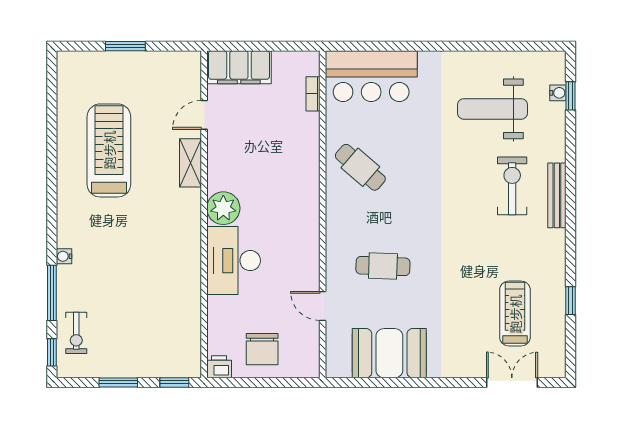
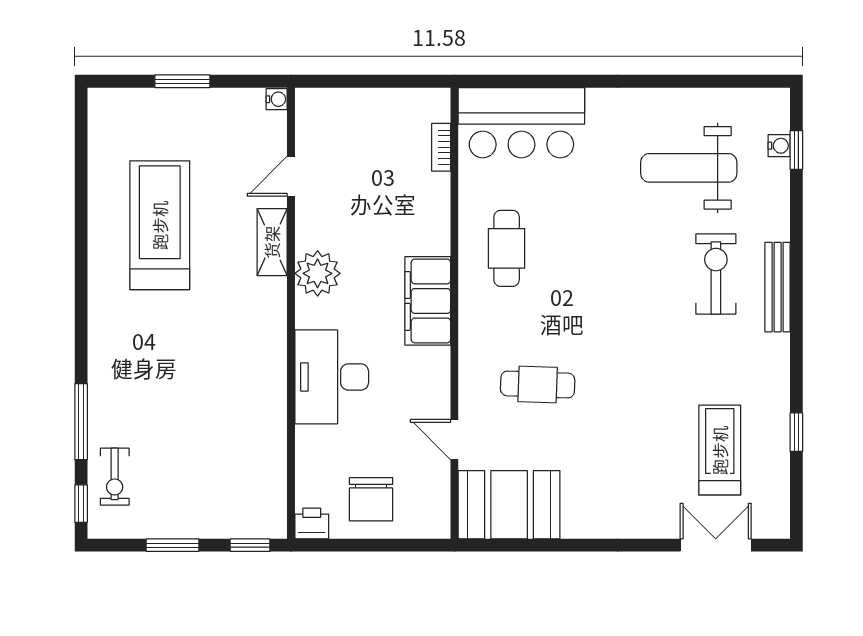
filing cabinet: (239, 67) -> (428, 301), moved, turned 90
cafe table: (360, 167) -> (507, 248), turned 49
plant: (223, 208) -> (318, 273), moved
water cooler: (64, 256) -> (277, 99), moved, turned 180
booth: (389, 353) -> (509, 505), moved

